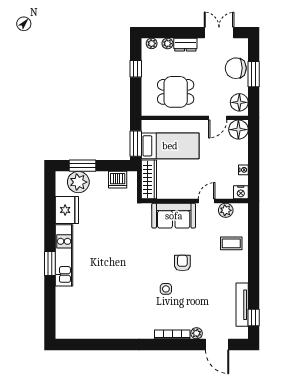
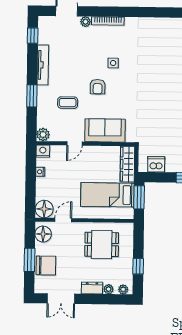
plant: (226, 210) -> (43, 135), moved
coffee table: (231, 243) -> (68, 103), moved
window: (254, 252) -> (32, 96), added
tv unit: (242, 305) -> (43, 65), moved

